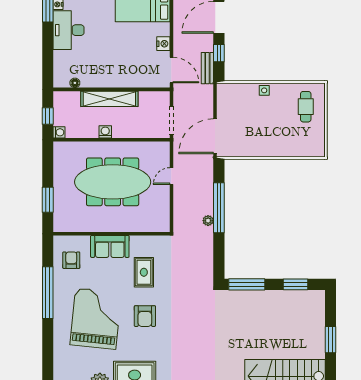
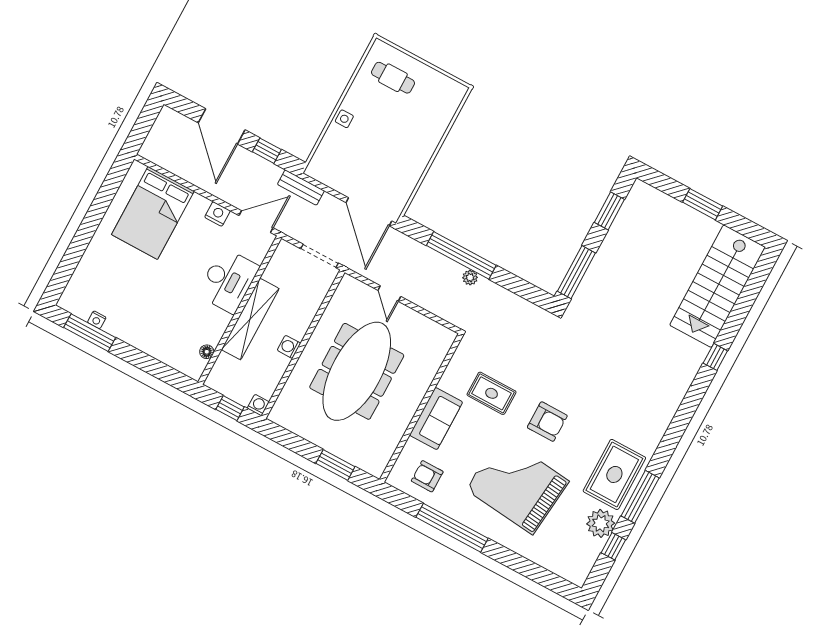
desk: (69, 30) -> (228, 281), moved, turned -90
bench: (207, 68) -> (301, 188), moved

